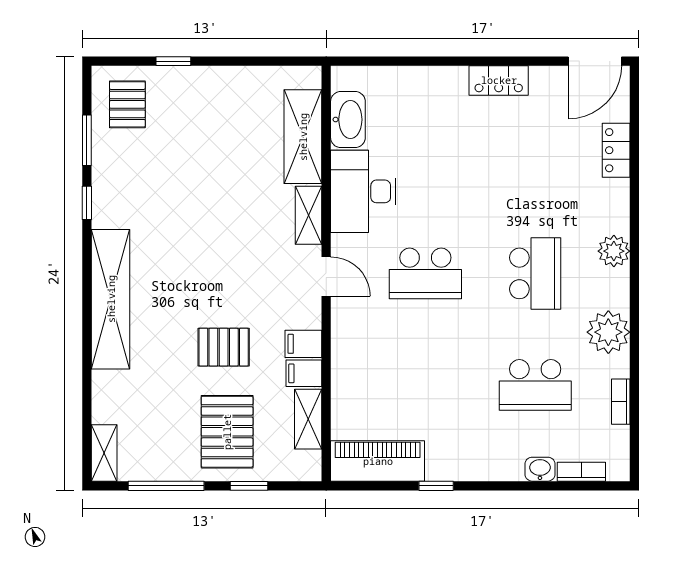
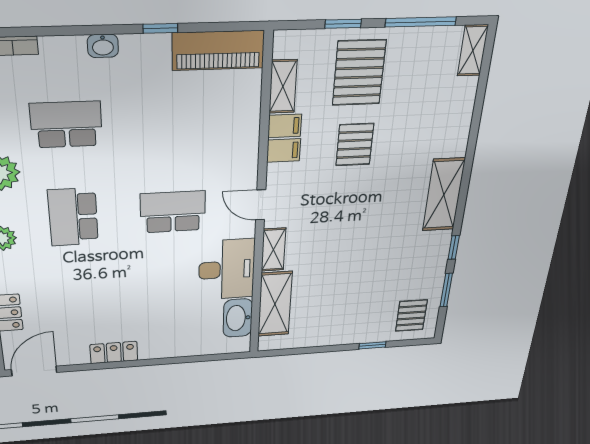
shelving: (111, 299) -> (444, 195), width x0.68
pallet: (224, 347) -> (355, 145), turned 90
washbasin: (540, 469) -> (103, 46), moved

